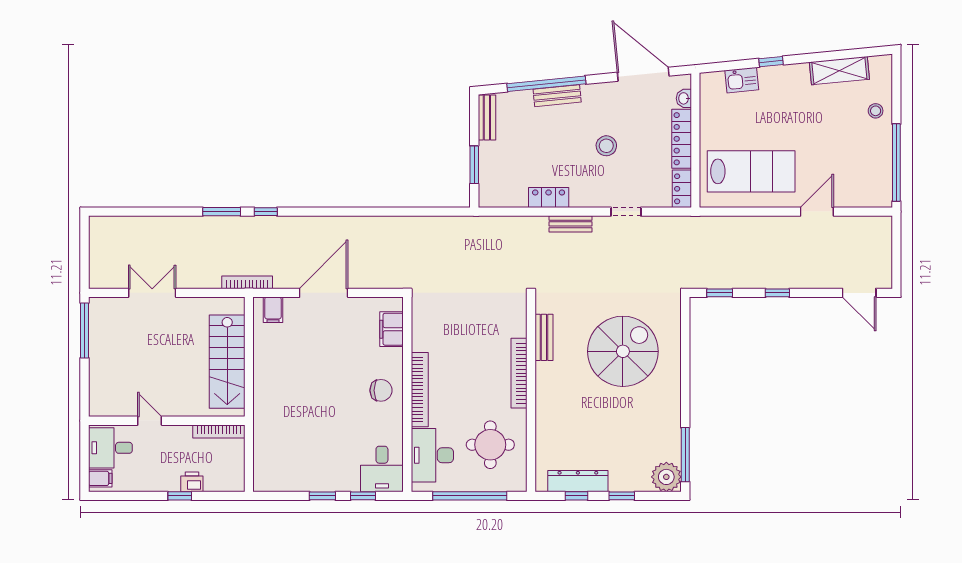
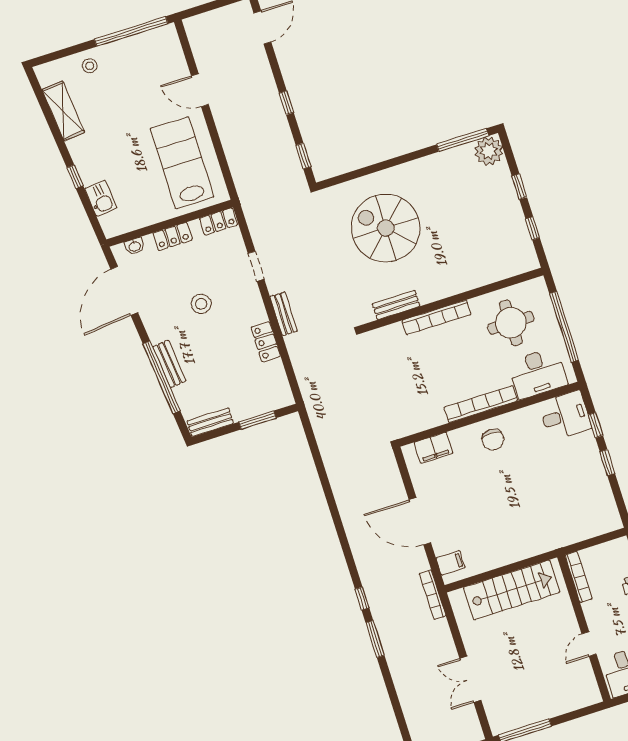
locker: (682, 139) -> (172, 236), width x0.66
chair: (381, 390) -> (493, 440), turned 180
dresser: (578, 481) -> (519, 231), removed

